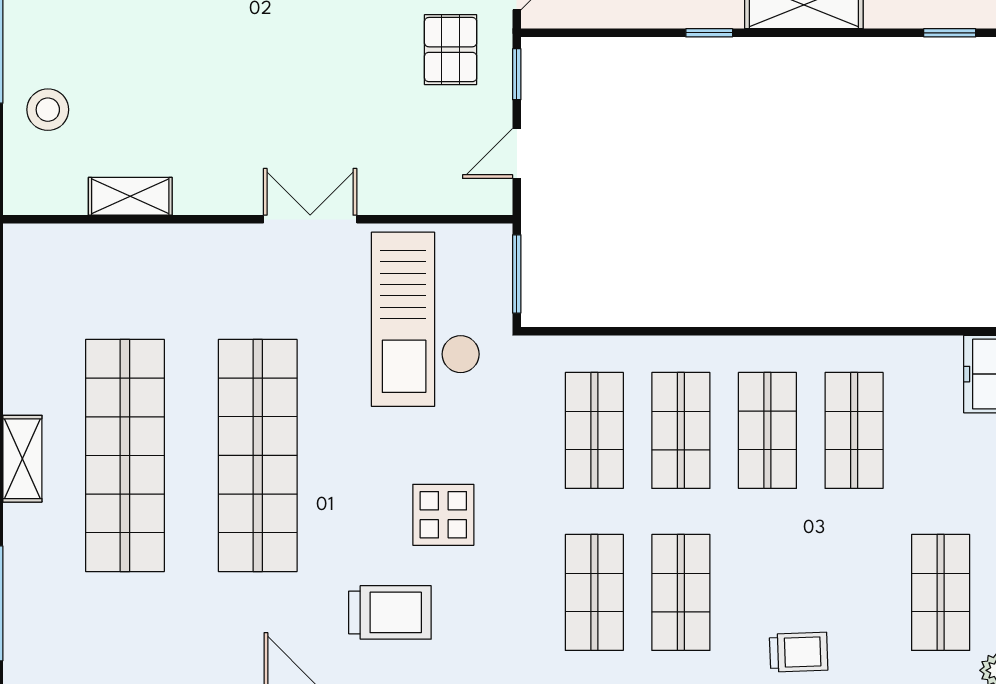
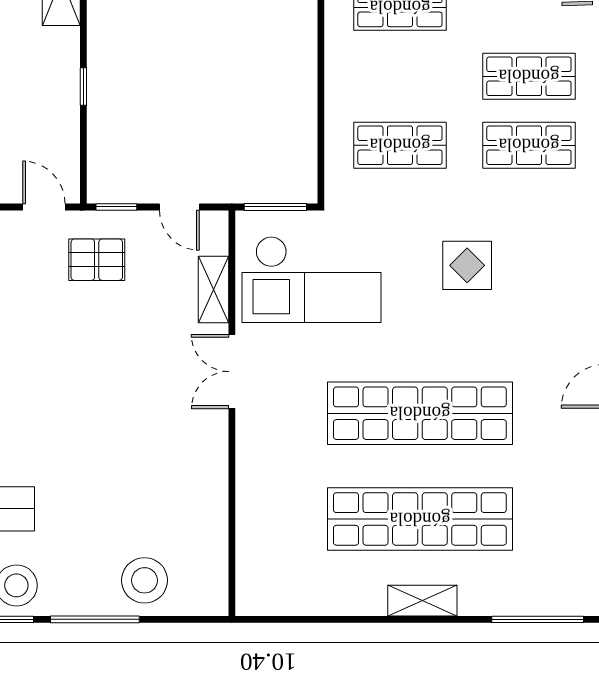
window: (709, 33) -> (83, 86), moved
stool: (48, 110) -> (145, 580), width x1.38, depth x1.38
shelving: (130, 196) -> (214, 290), moved
shop shelf: (681, 430) -> (400, 76), removed
trolley: (390, 612) -> (545, 308), removed

